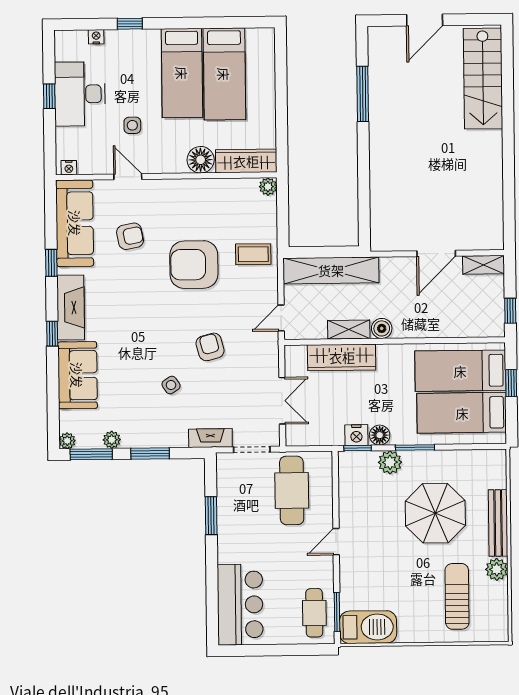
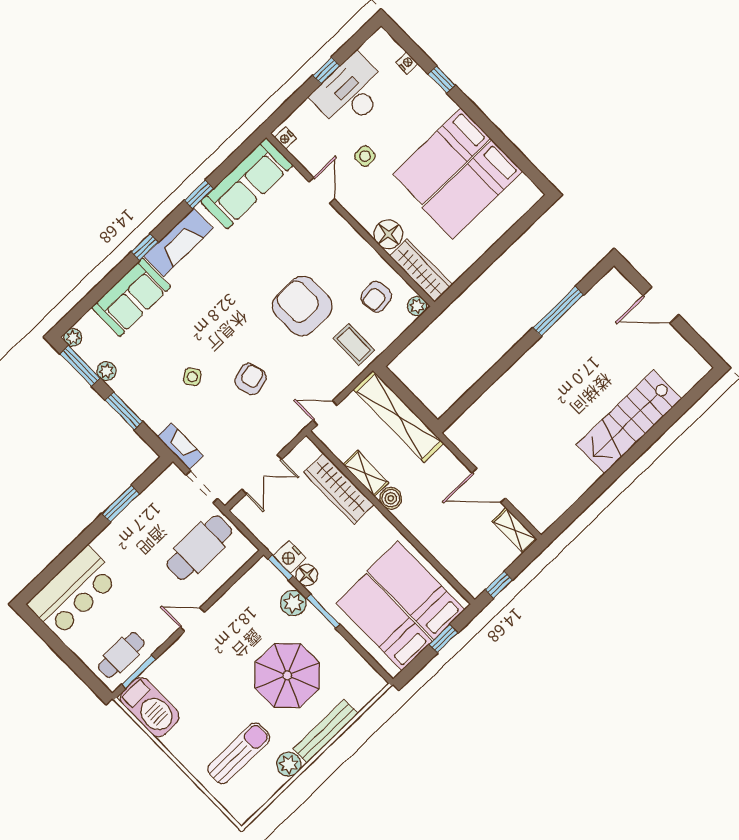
stairs: (483, 79) -> (629, 422), moved
armchair: (130, 236) -> (376, 297), moved, turned 95

